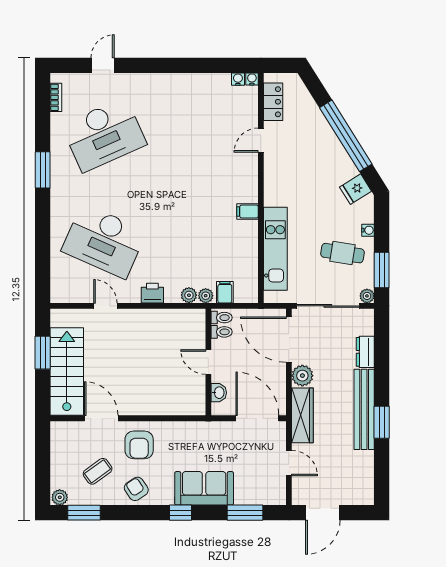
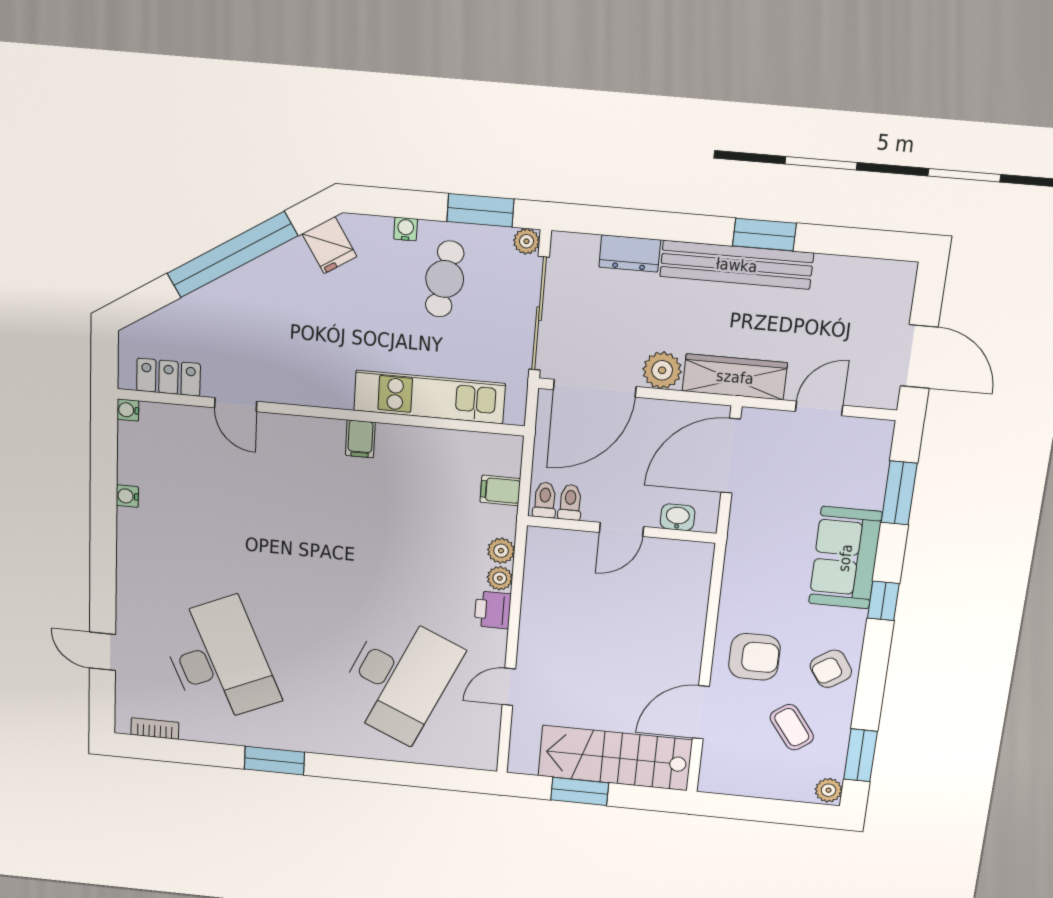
water cooler: (238, 79) -> (127, 496), moved
plant: (206, 296) -> (500, 578), moved

